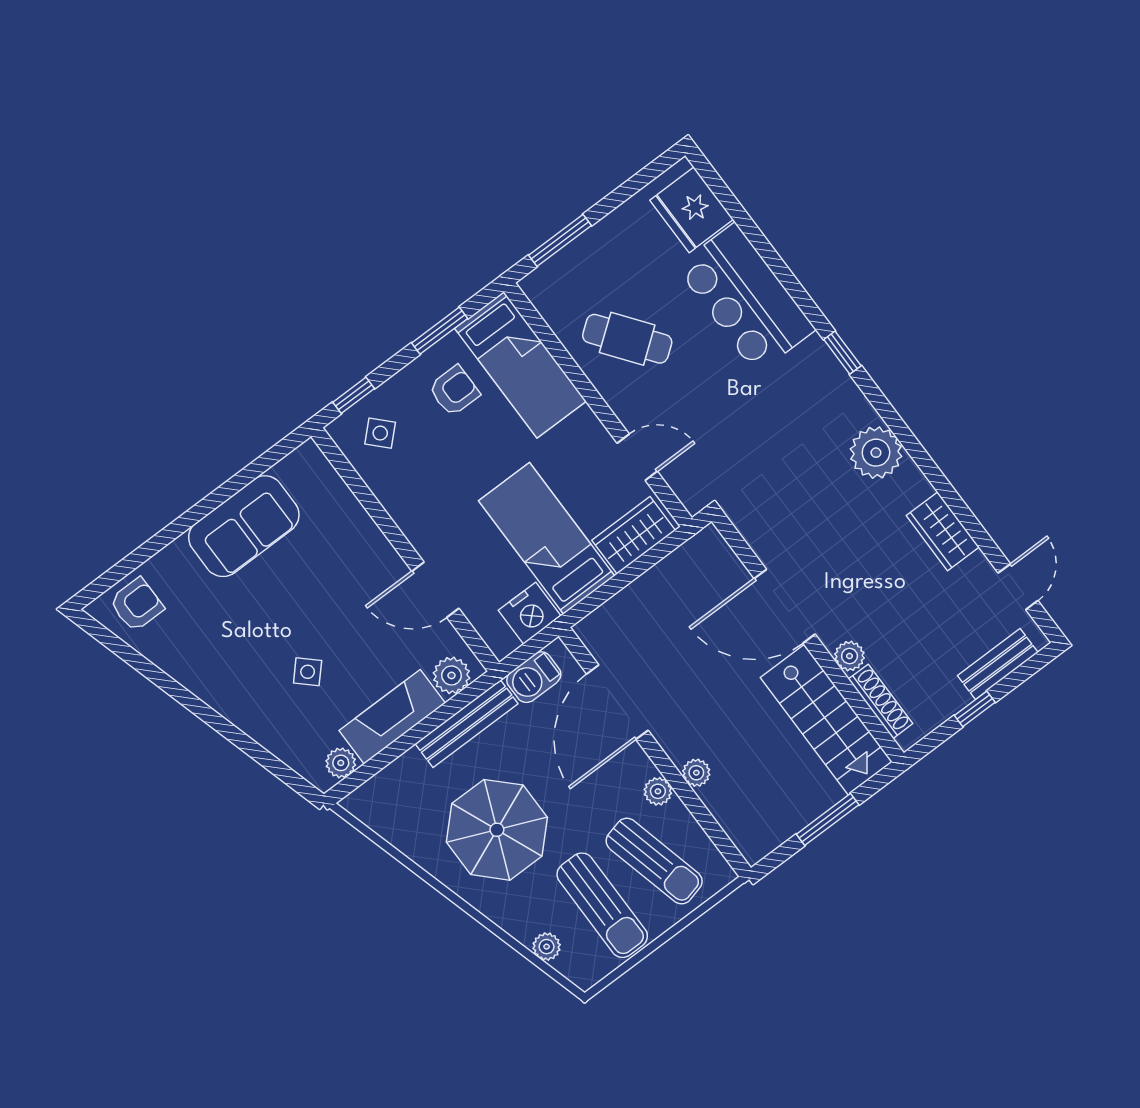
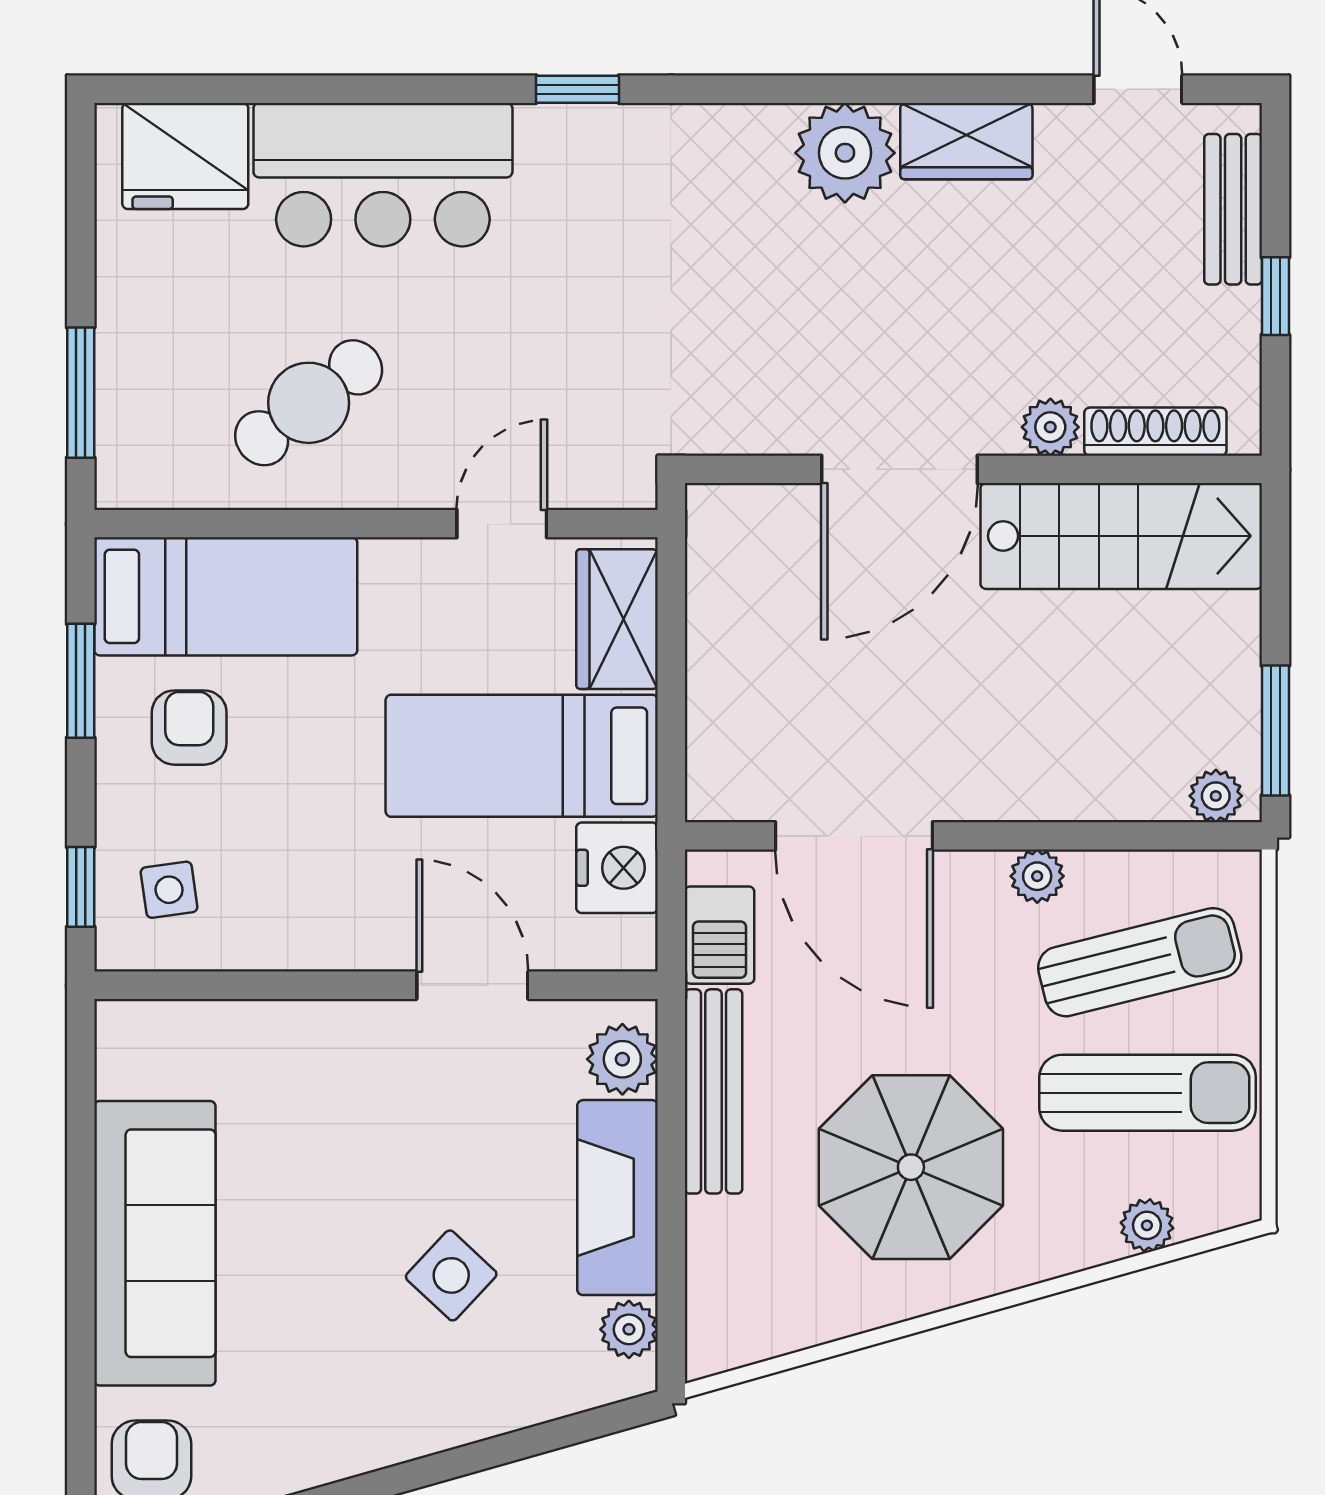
side table: (380, 433) -> (169, 890), turned 36
plant: (876, 453) -> (845, 153), moved
sofa: (244, 526) -> (155, 1243), width x1.36
door: (435, 590) -> (472, 985), swing flipped
side table: (308, 672) -> (451, 1275), width x1.37, depth x1.37
plant: (696, 773) -> (1216, 796), moved
window: (828, 819) -> (1275, 731), moved

